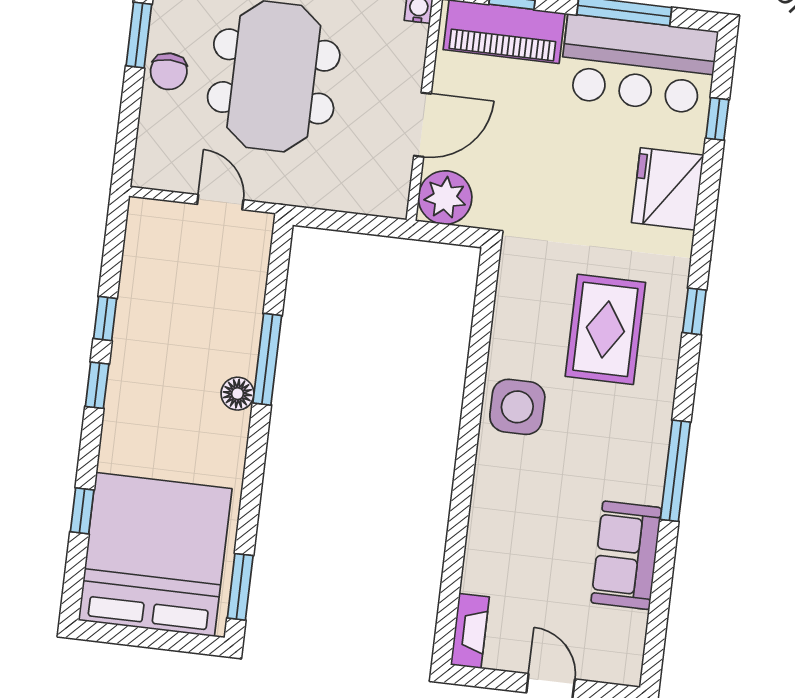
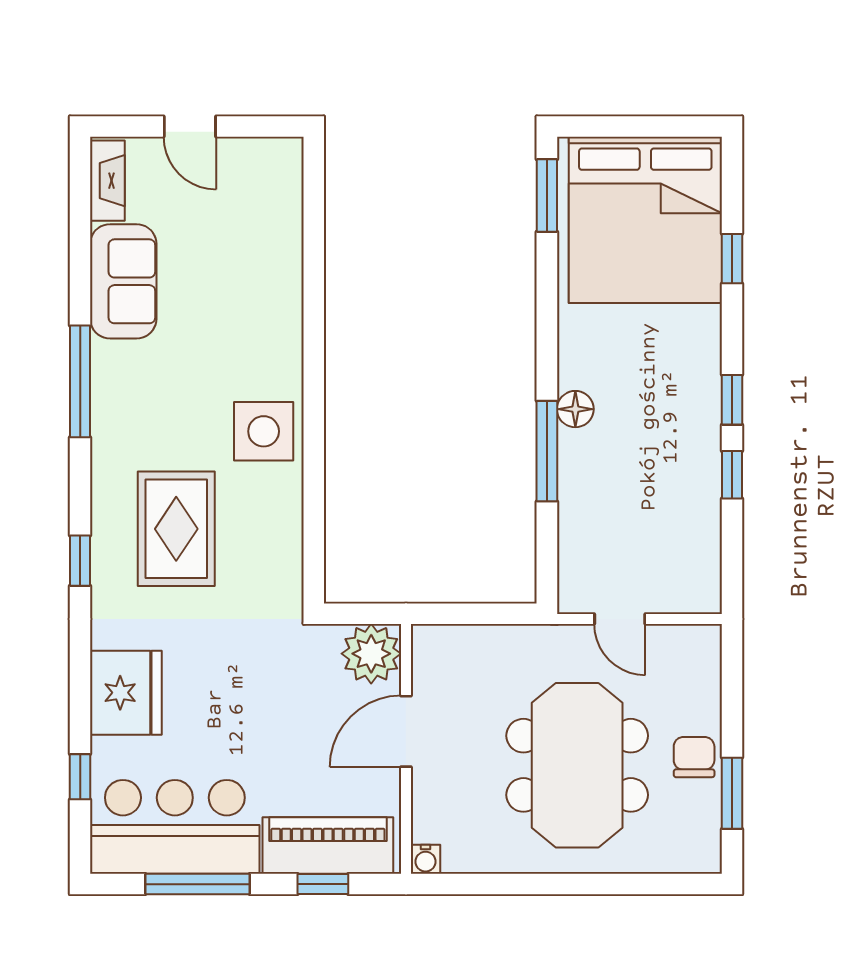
fireplace: (470, 631) -> (107, 181), moved, turned 180

